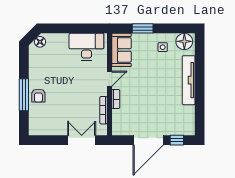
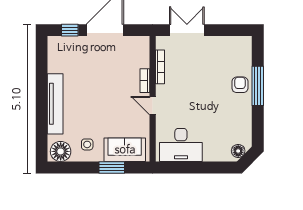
sofa: (122, 50) -> (125, 150), moved, turned 90
door: (109, 79) -> (153, 106), hinge flipped
double door: (82, 140) -> (187, 30), swing flipped

